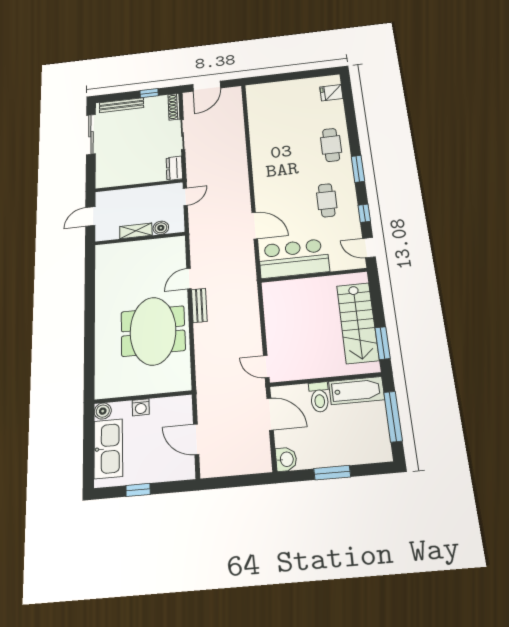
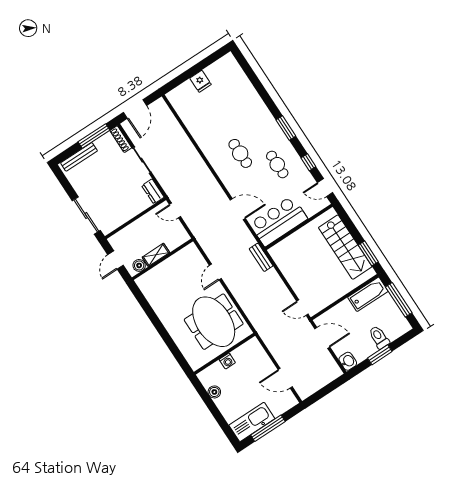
window: (149, 93) -> (94, 136), width x2.17
fridge: (331, 93) -> (200, 81), moved, turned -90
sliding door: (91, 134) -> (86, 216), moved
cafe table: (331, 145) -> (240, 153), moved
door: (185, 197) -> (175, 211), swing flipped
boiler: (161, 228) -> (139, 265), moved
bench: (199, 305) -> (261, 257), moved
wall: (143, 397) -> (225, 354), moved
toilet: (319, 397) -> (379, 337), moved, turned 180
washing machine: (141, 407) -> (227, 361), moved
kitchen sink: (108, 449) -> (252, 422), moved, turned -90
window: (138, 490) -> (268, 428), width x2.17

